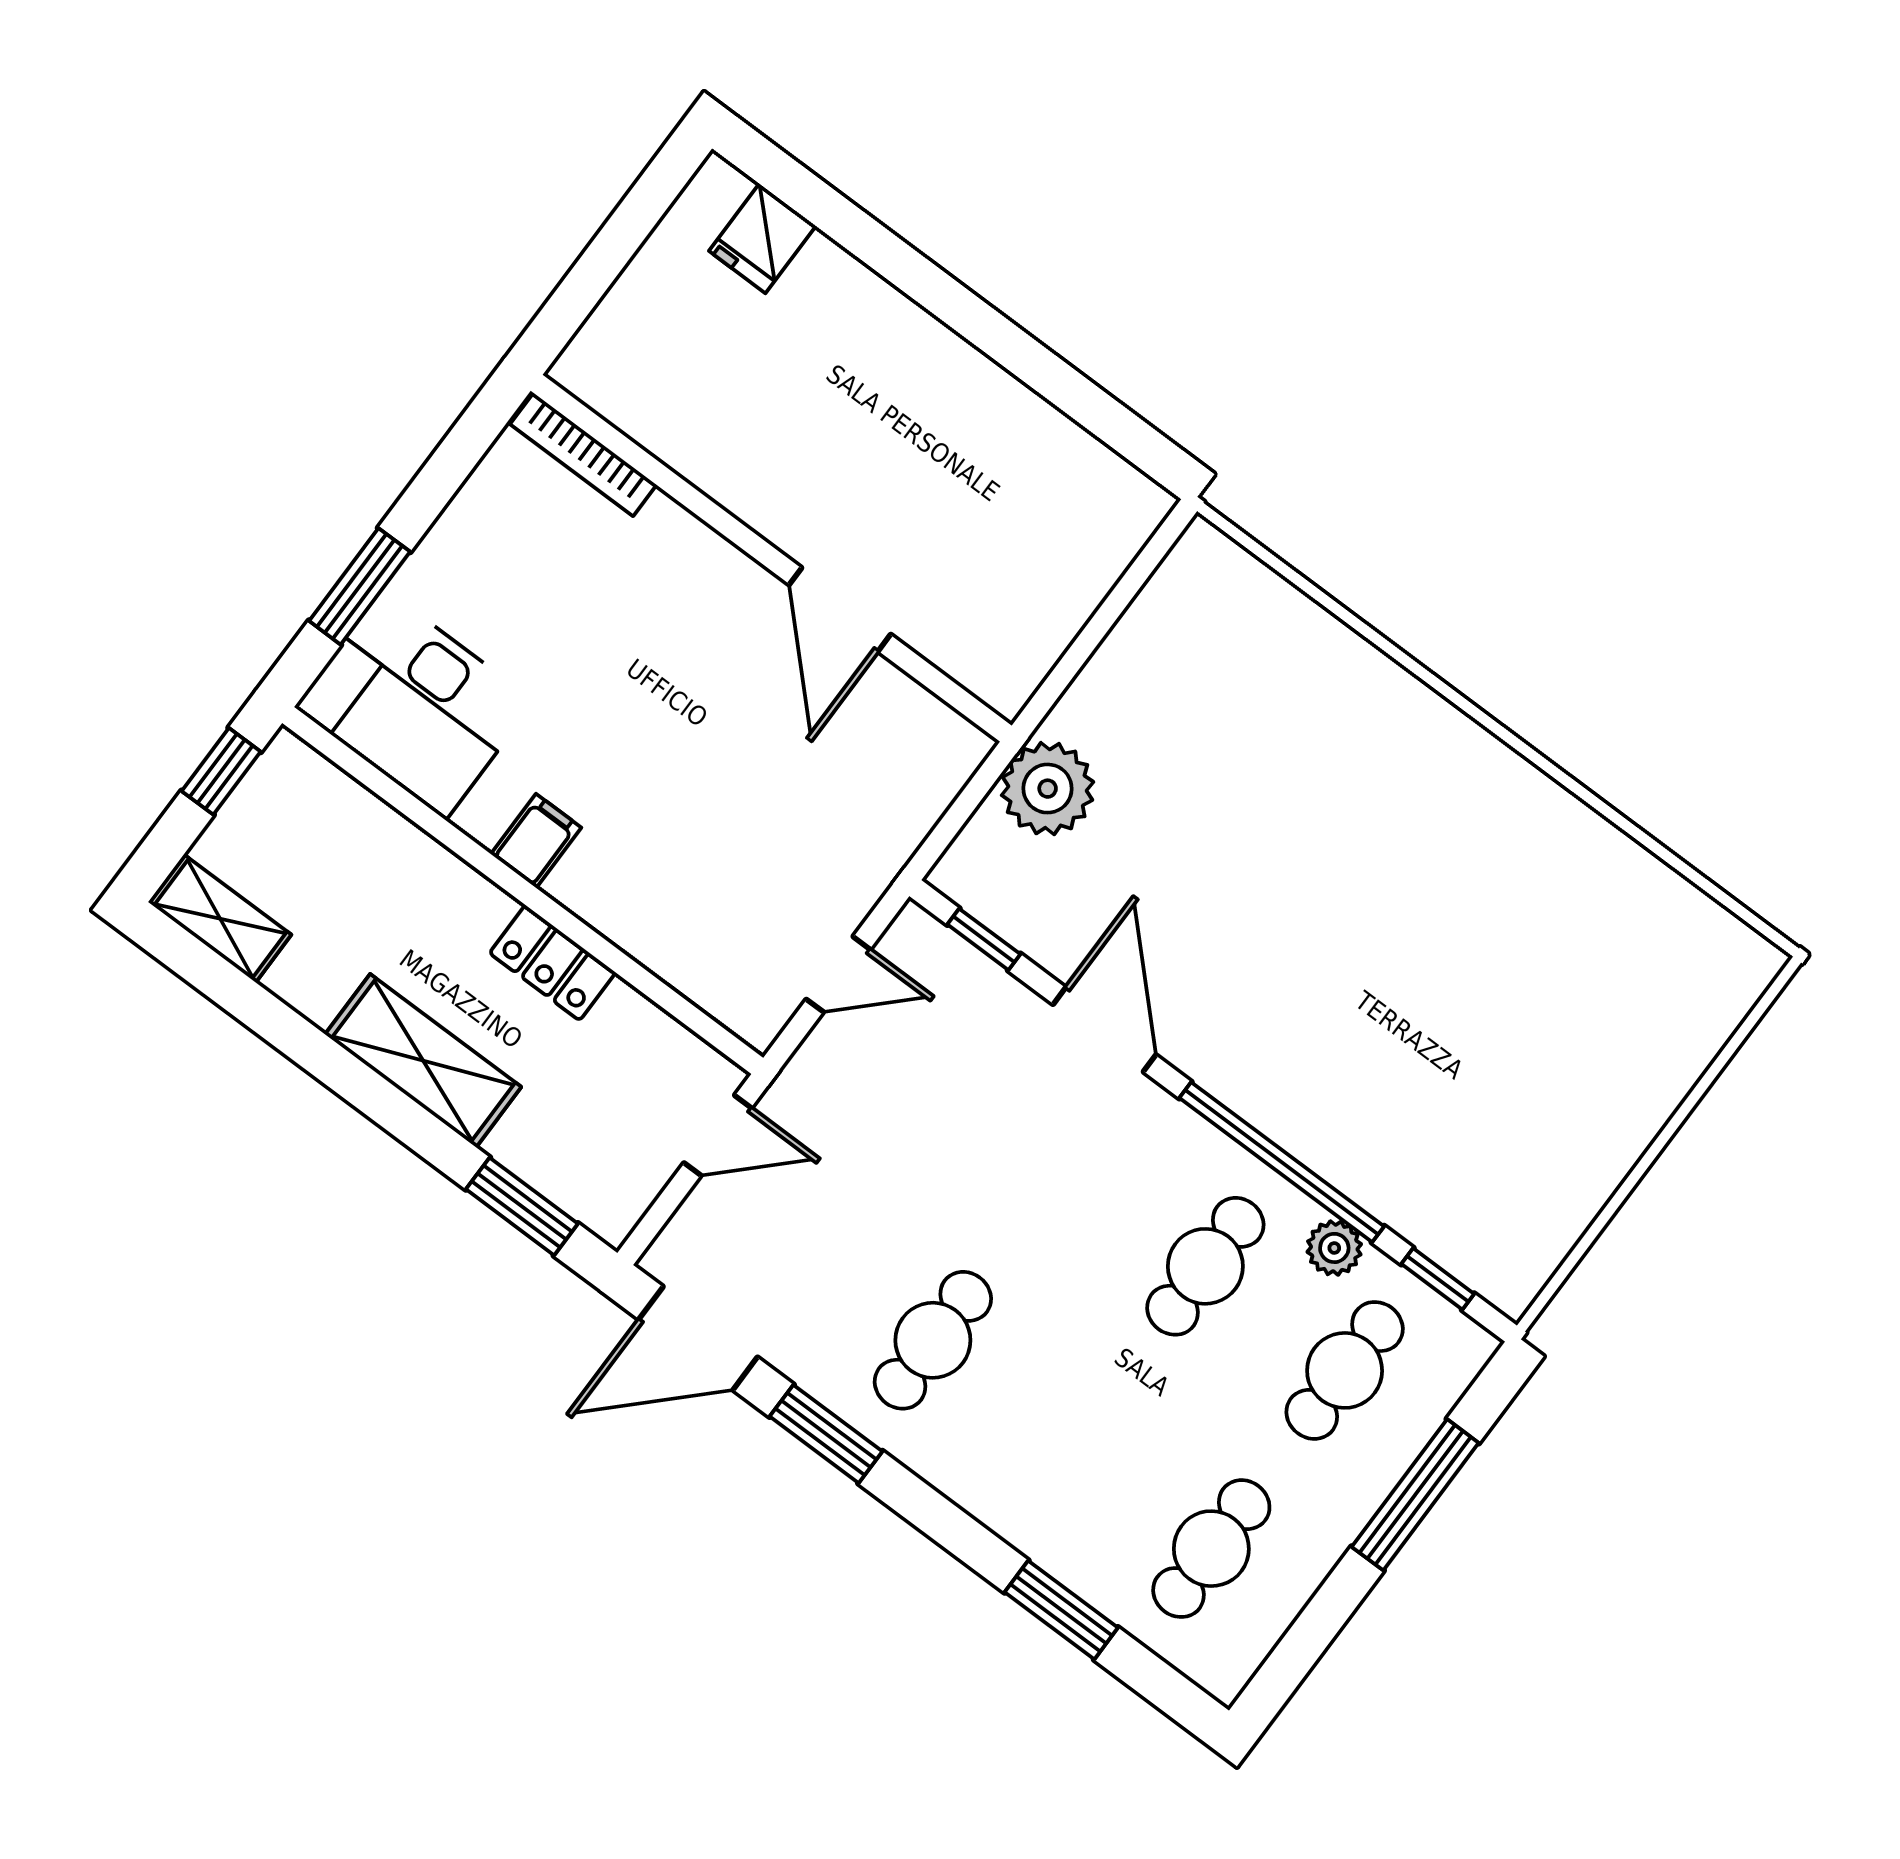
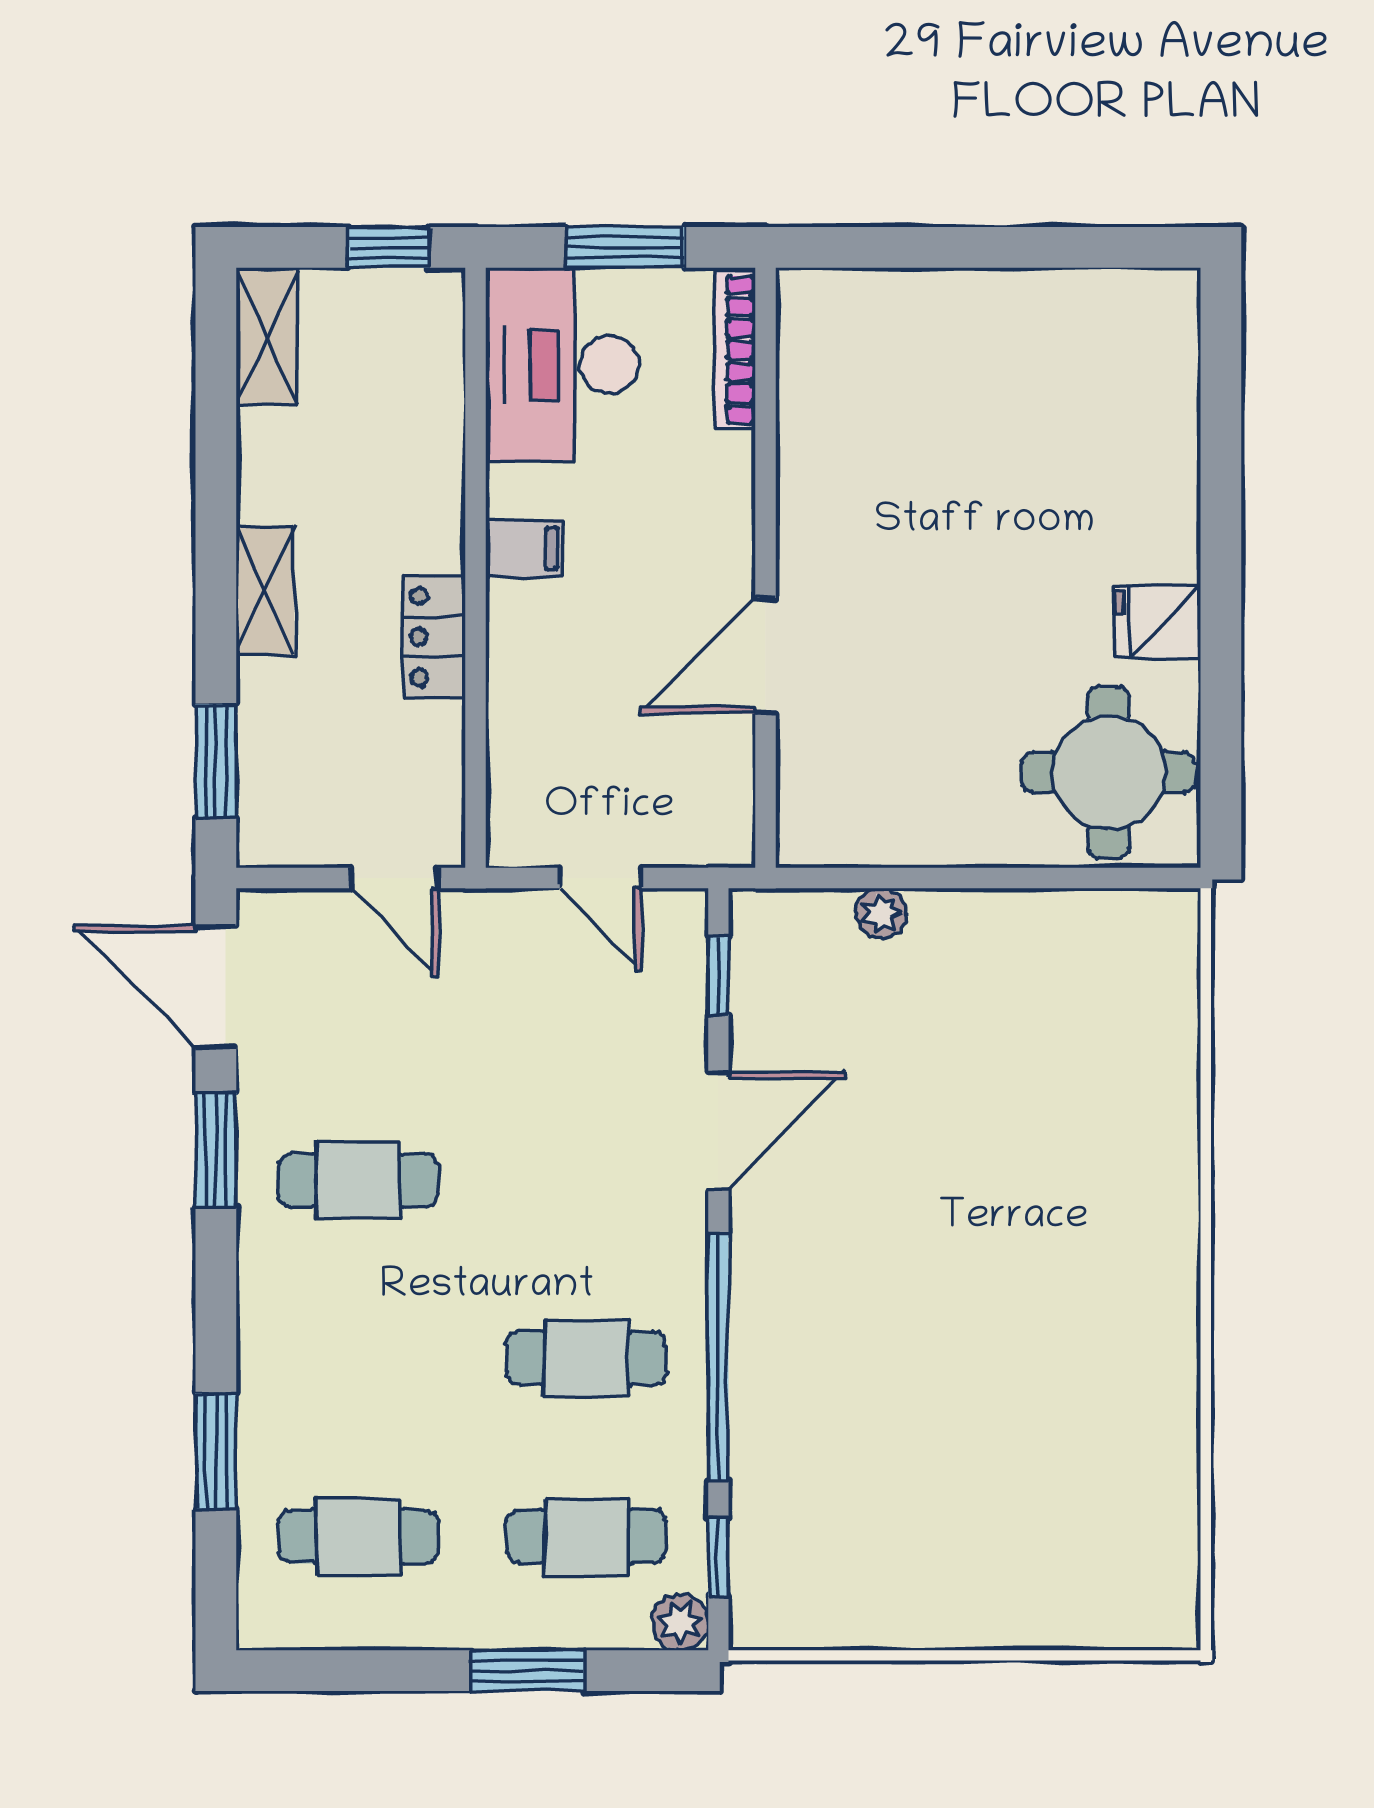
fridge: (762, 238) -> (1157, 622), moved
bookcase: (583, 455) -> (735, 350), moved
round table: (1053, 515) -> (1109, 772), added
wall: (771, 558) -> (766, 568), moved
door: (840, 610) -> (766, 656), moved
plant: (1048, 789) -> (881, 914), width x0.53, depth x0.53
shelving: (423, 1061) -> (265, 590), width x0.67, depth x0.75
plant: (1334, 1248) -> (680, 1622), moved
window: (1415, 1495) -> (527, 1671), width x0.69

